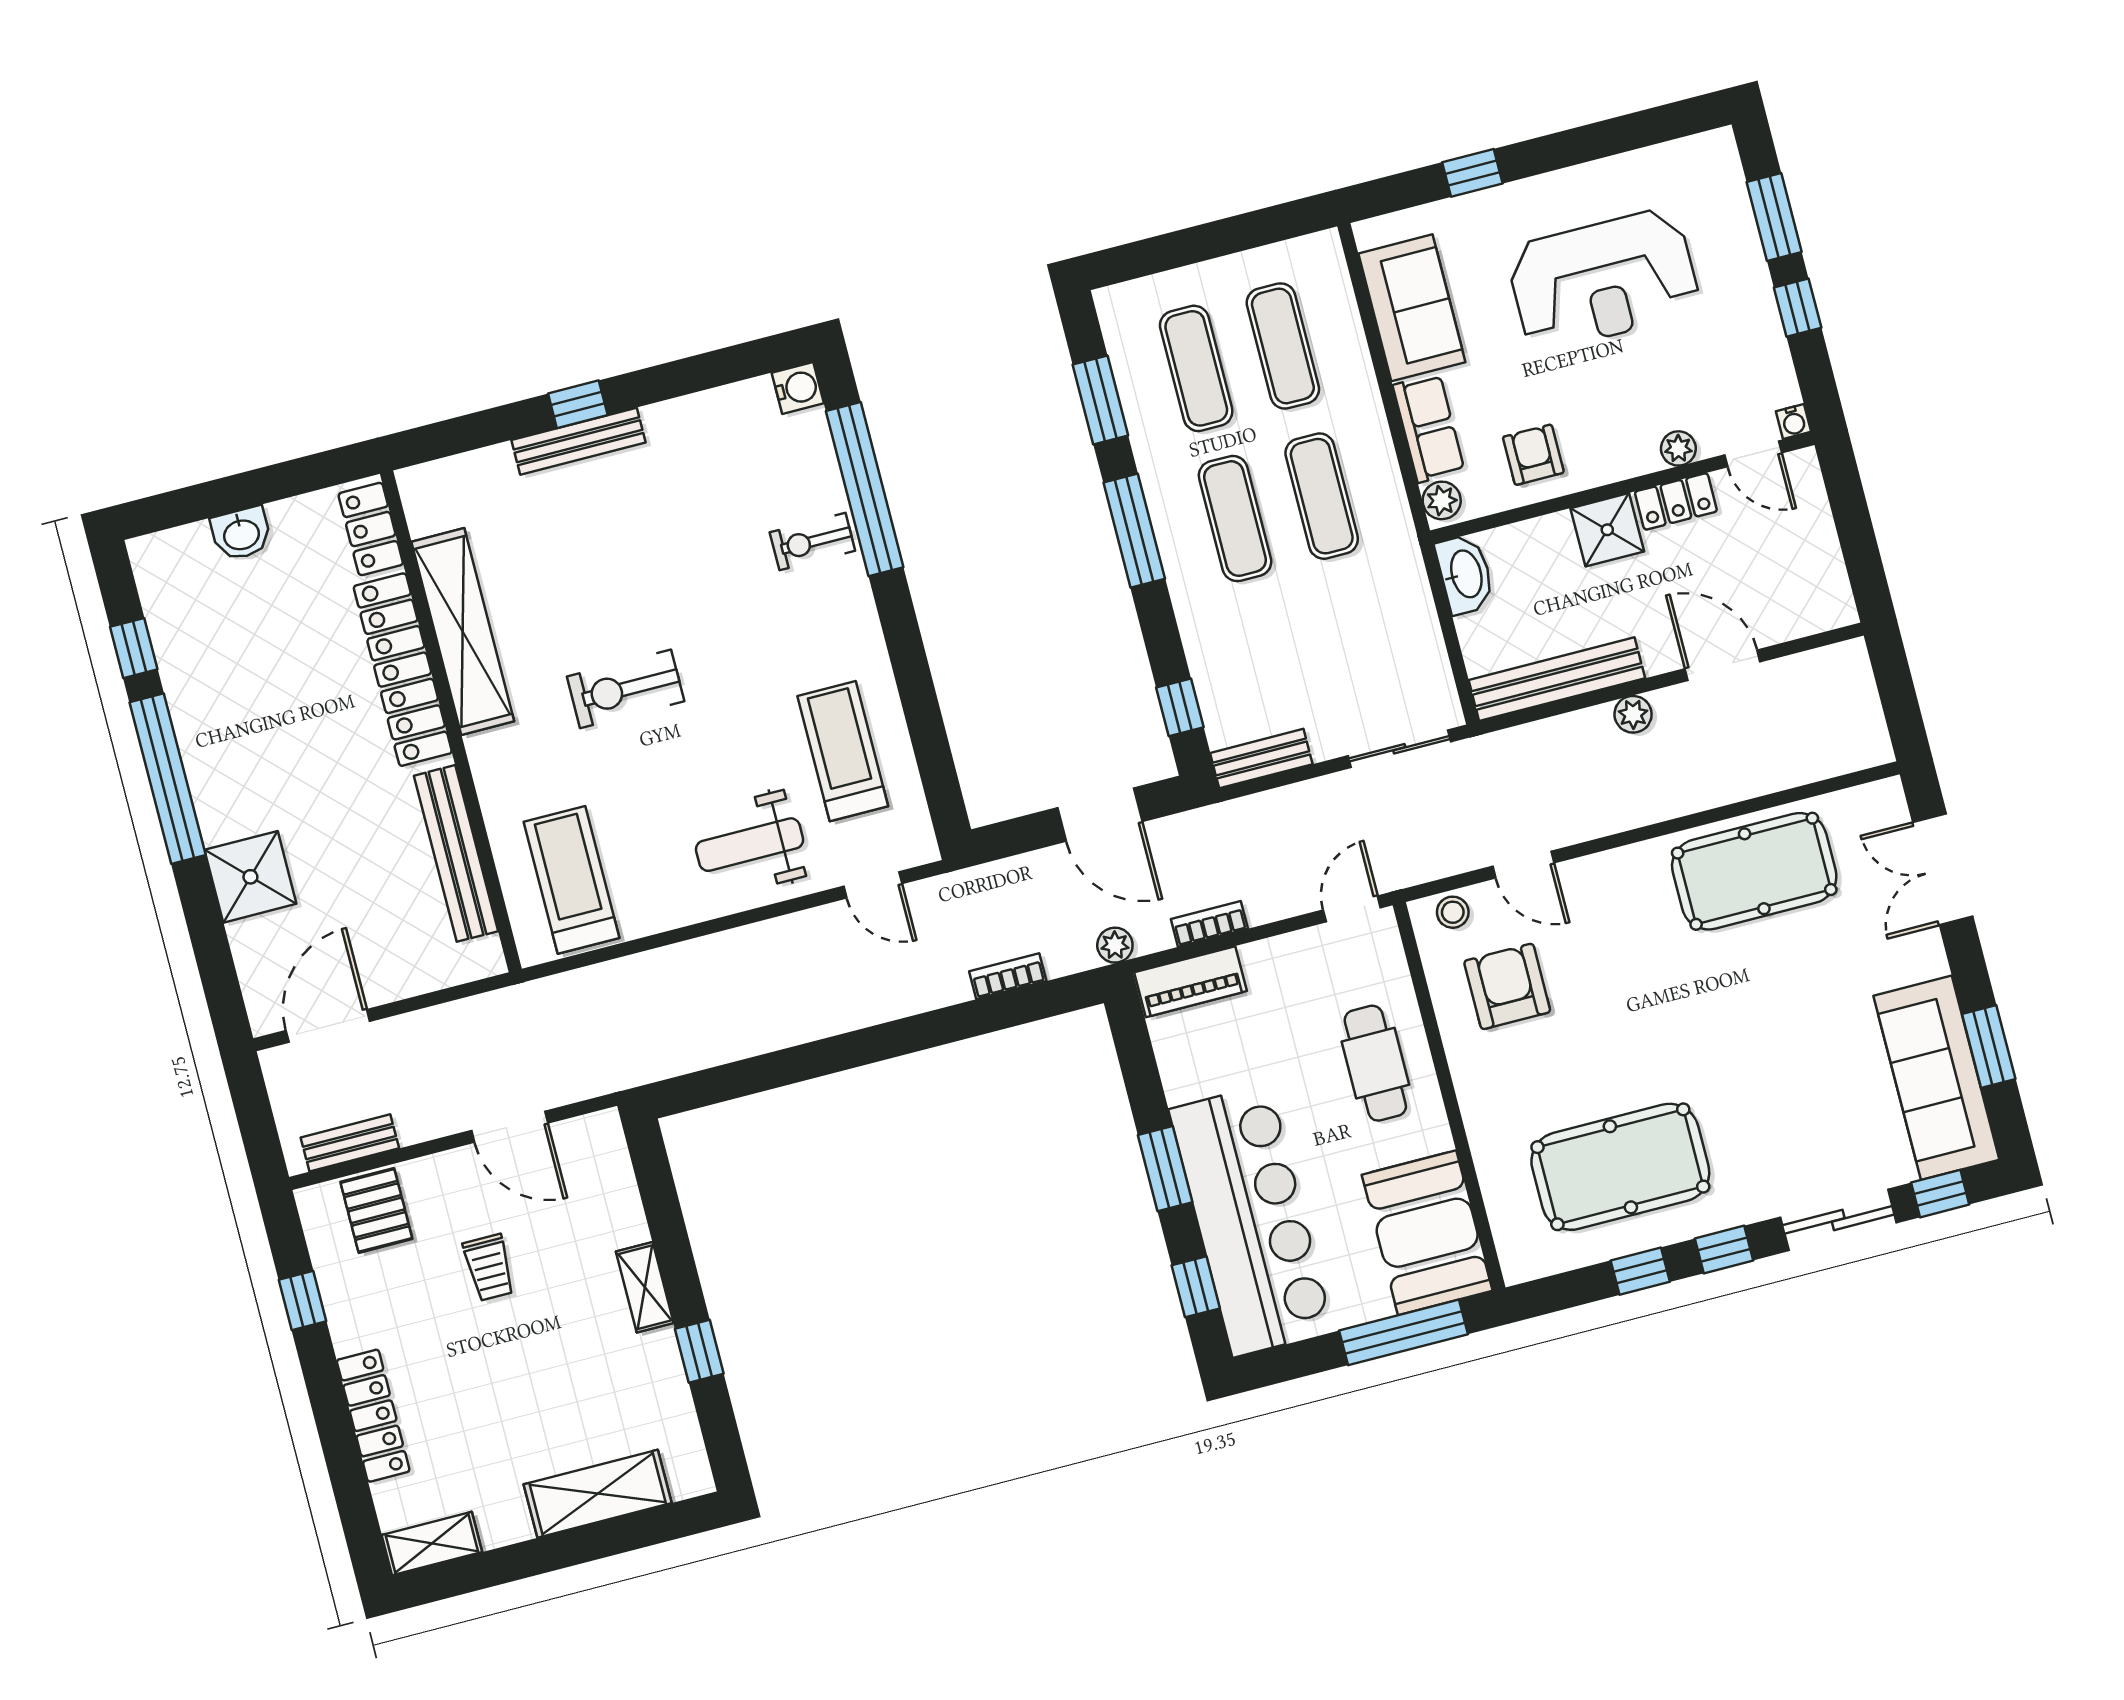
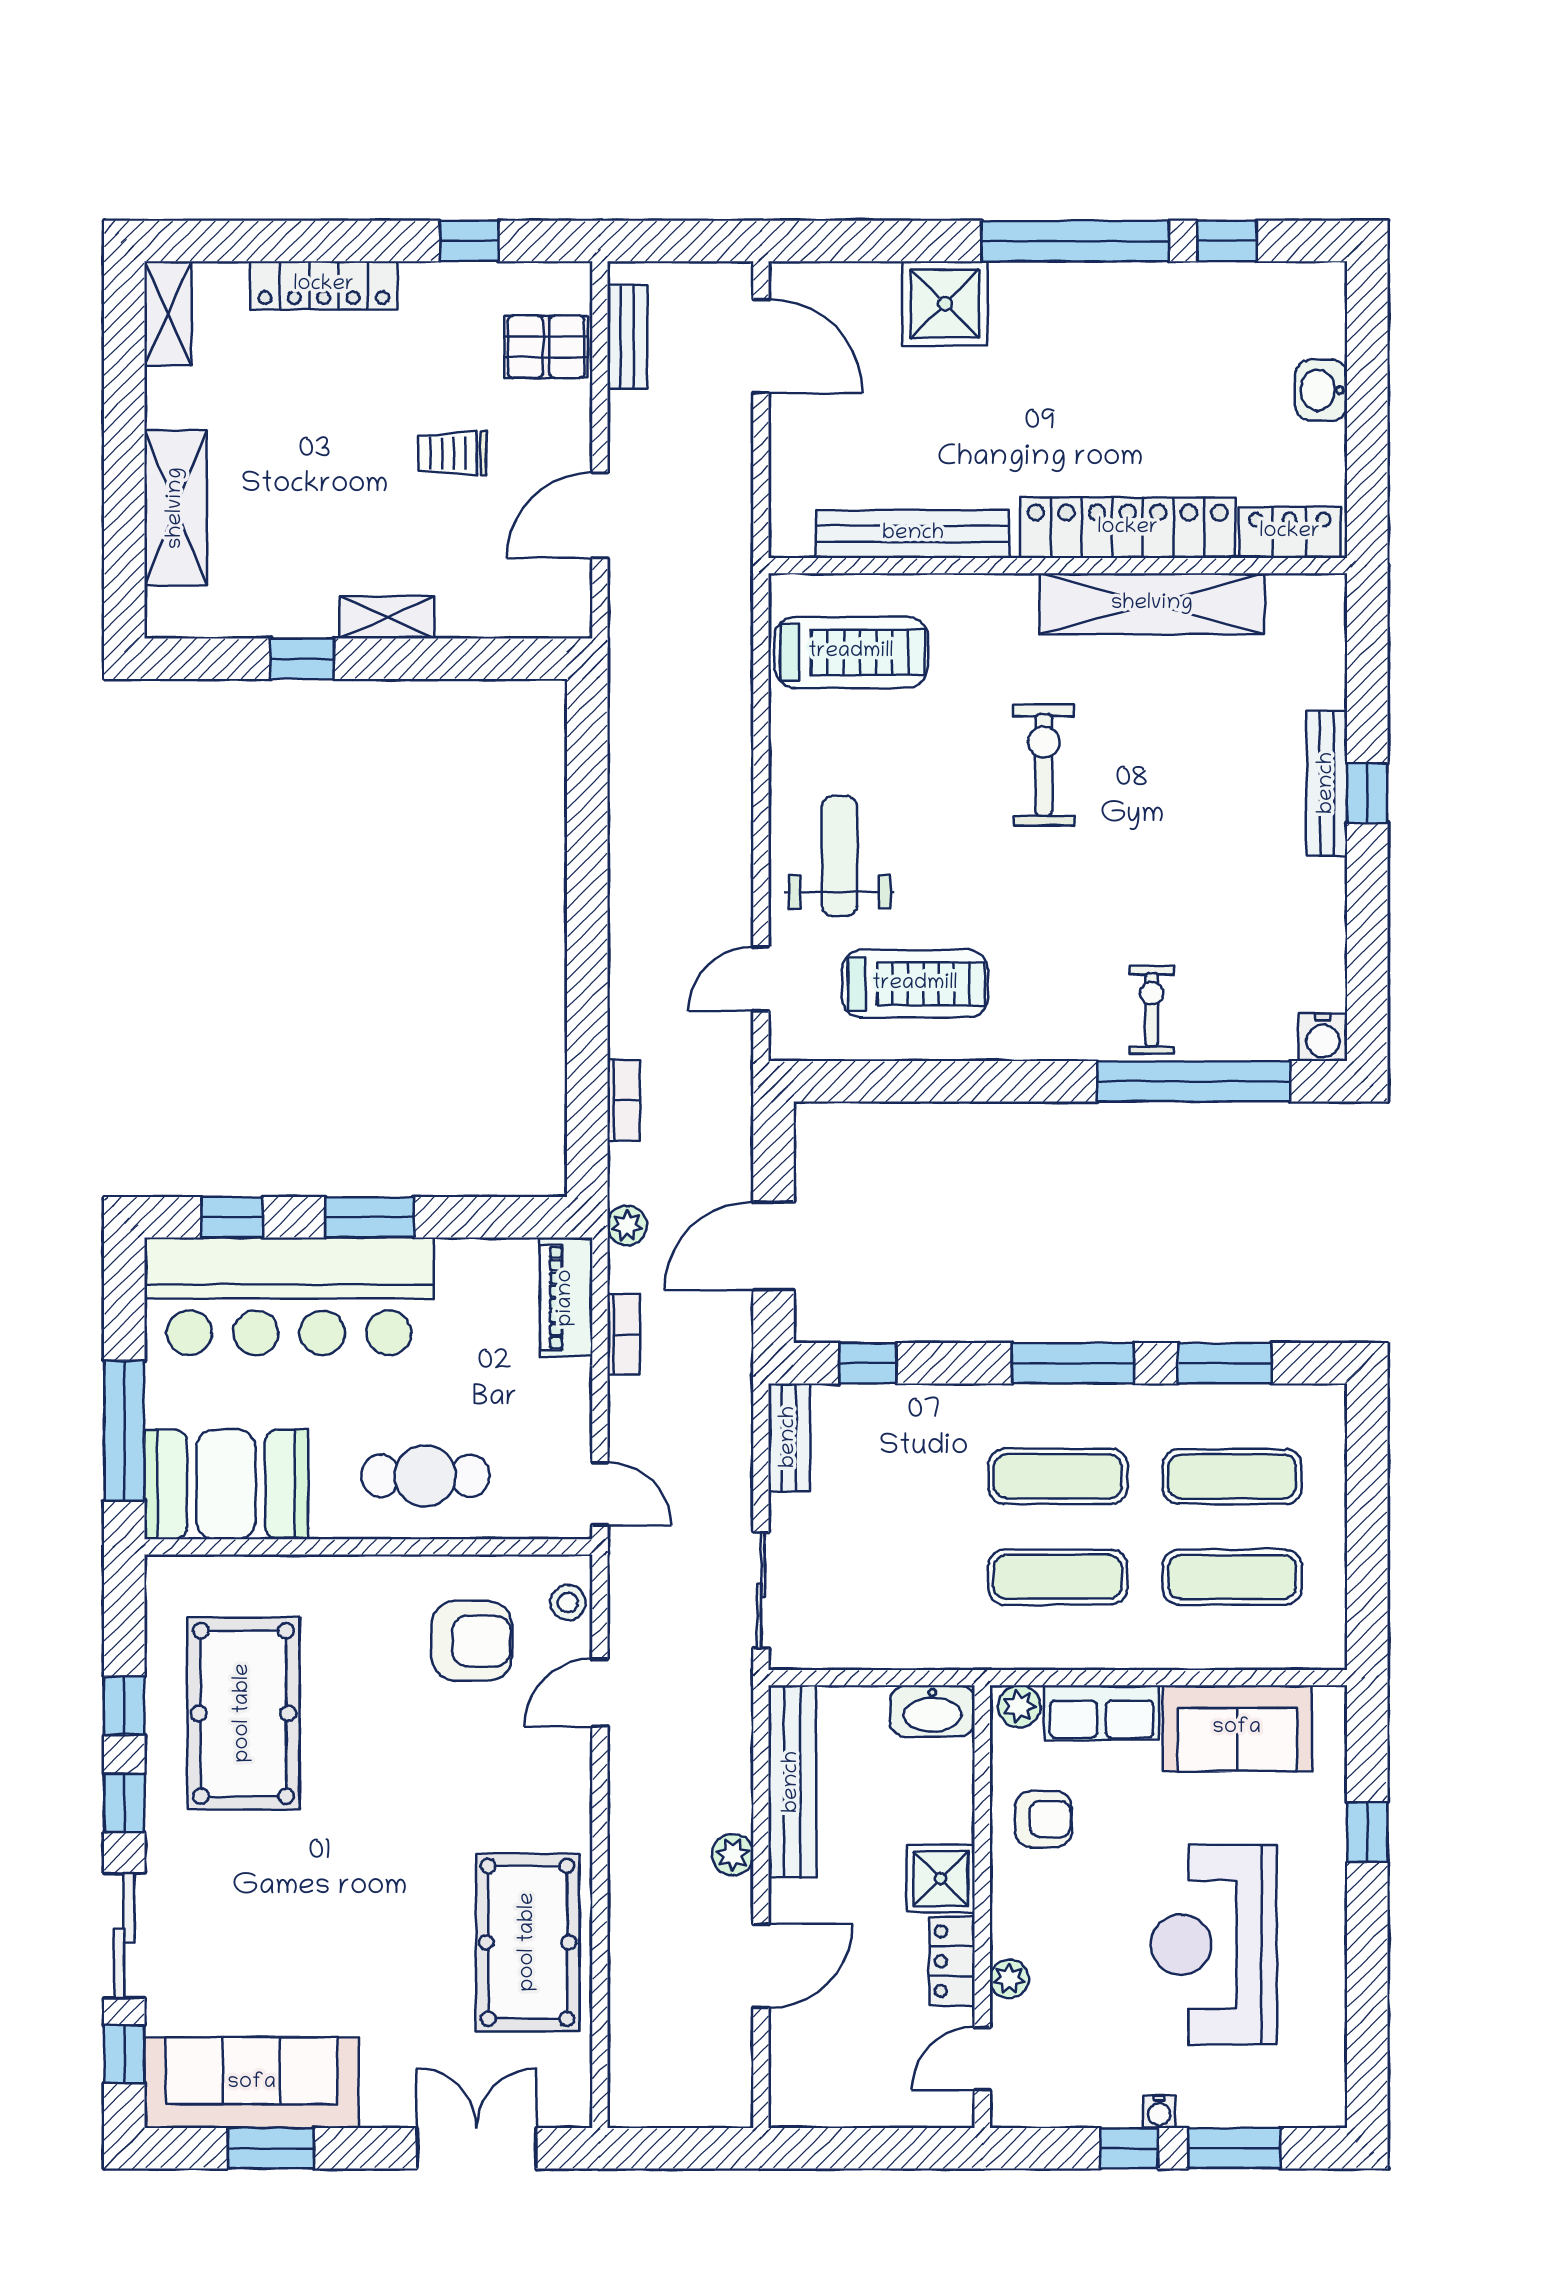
water cooler: (1794, 422) -> (1159, 2112), moved, turned -90

